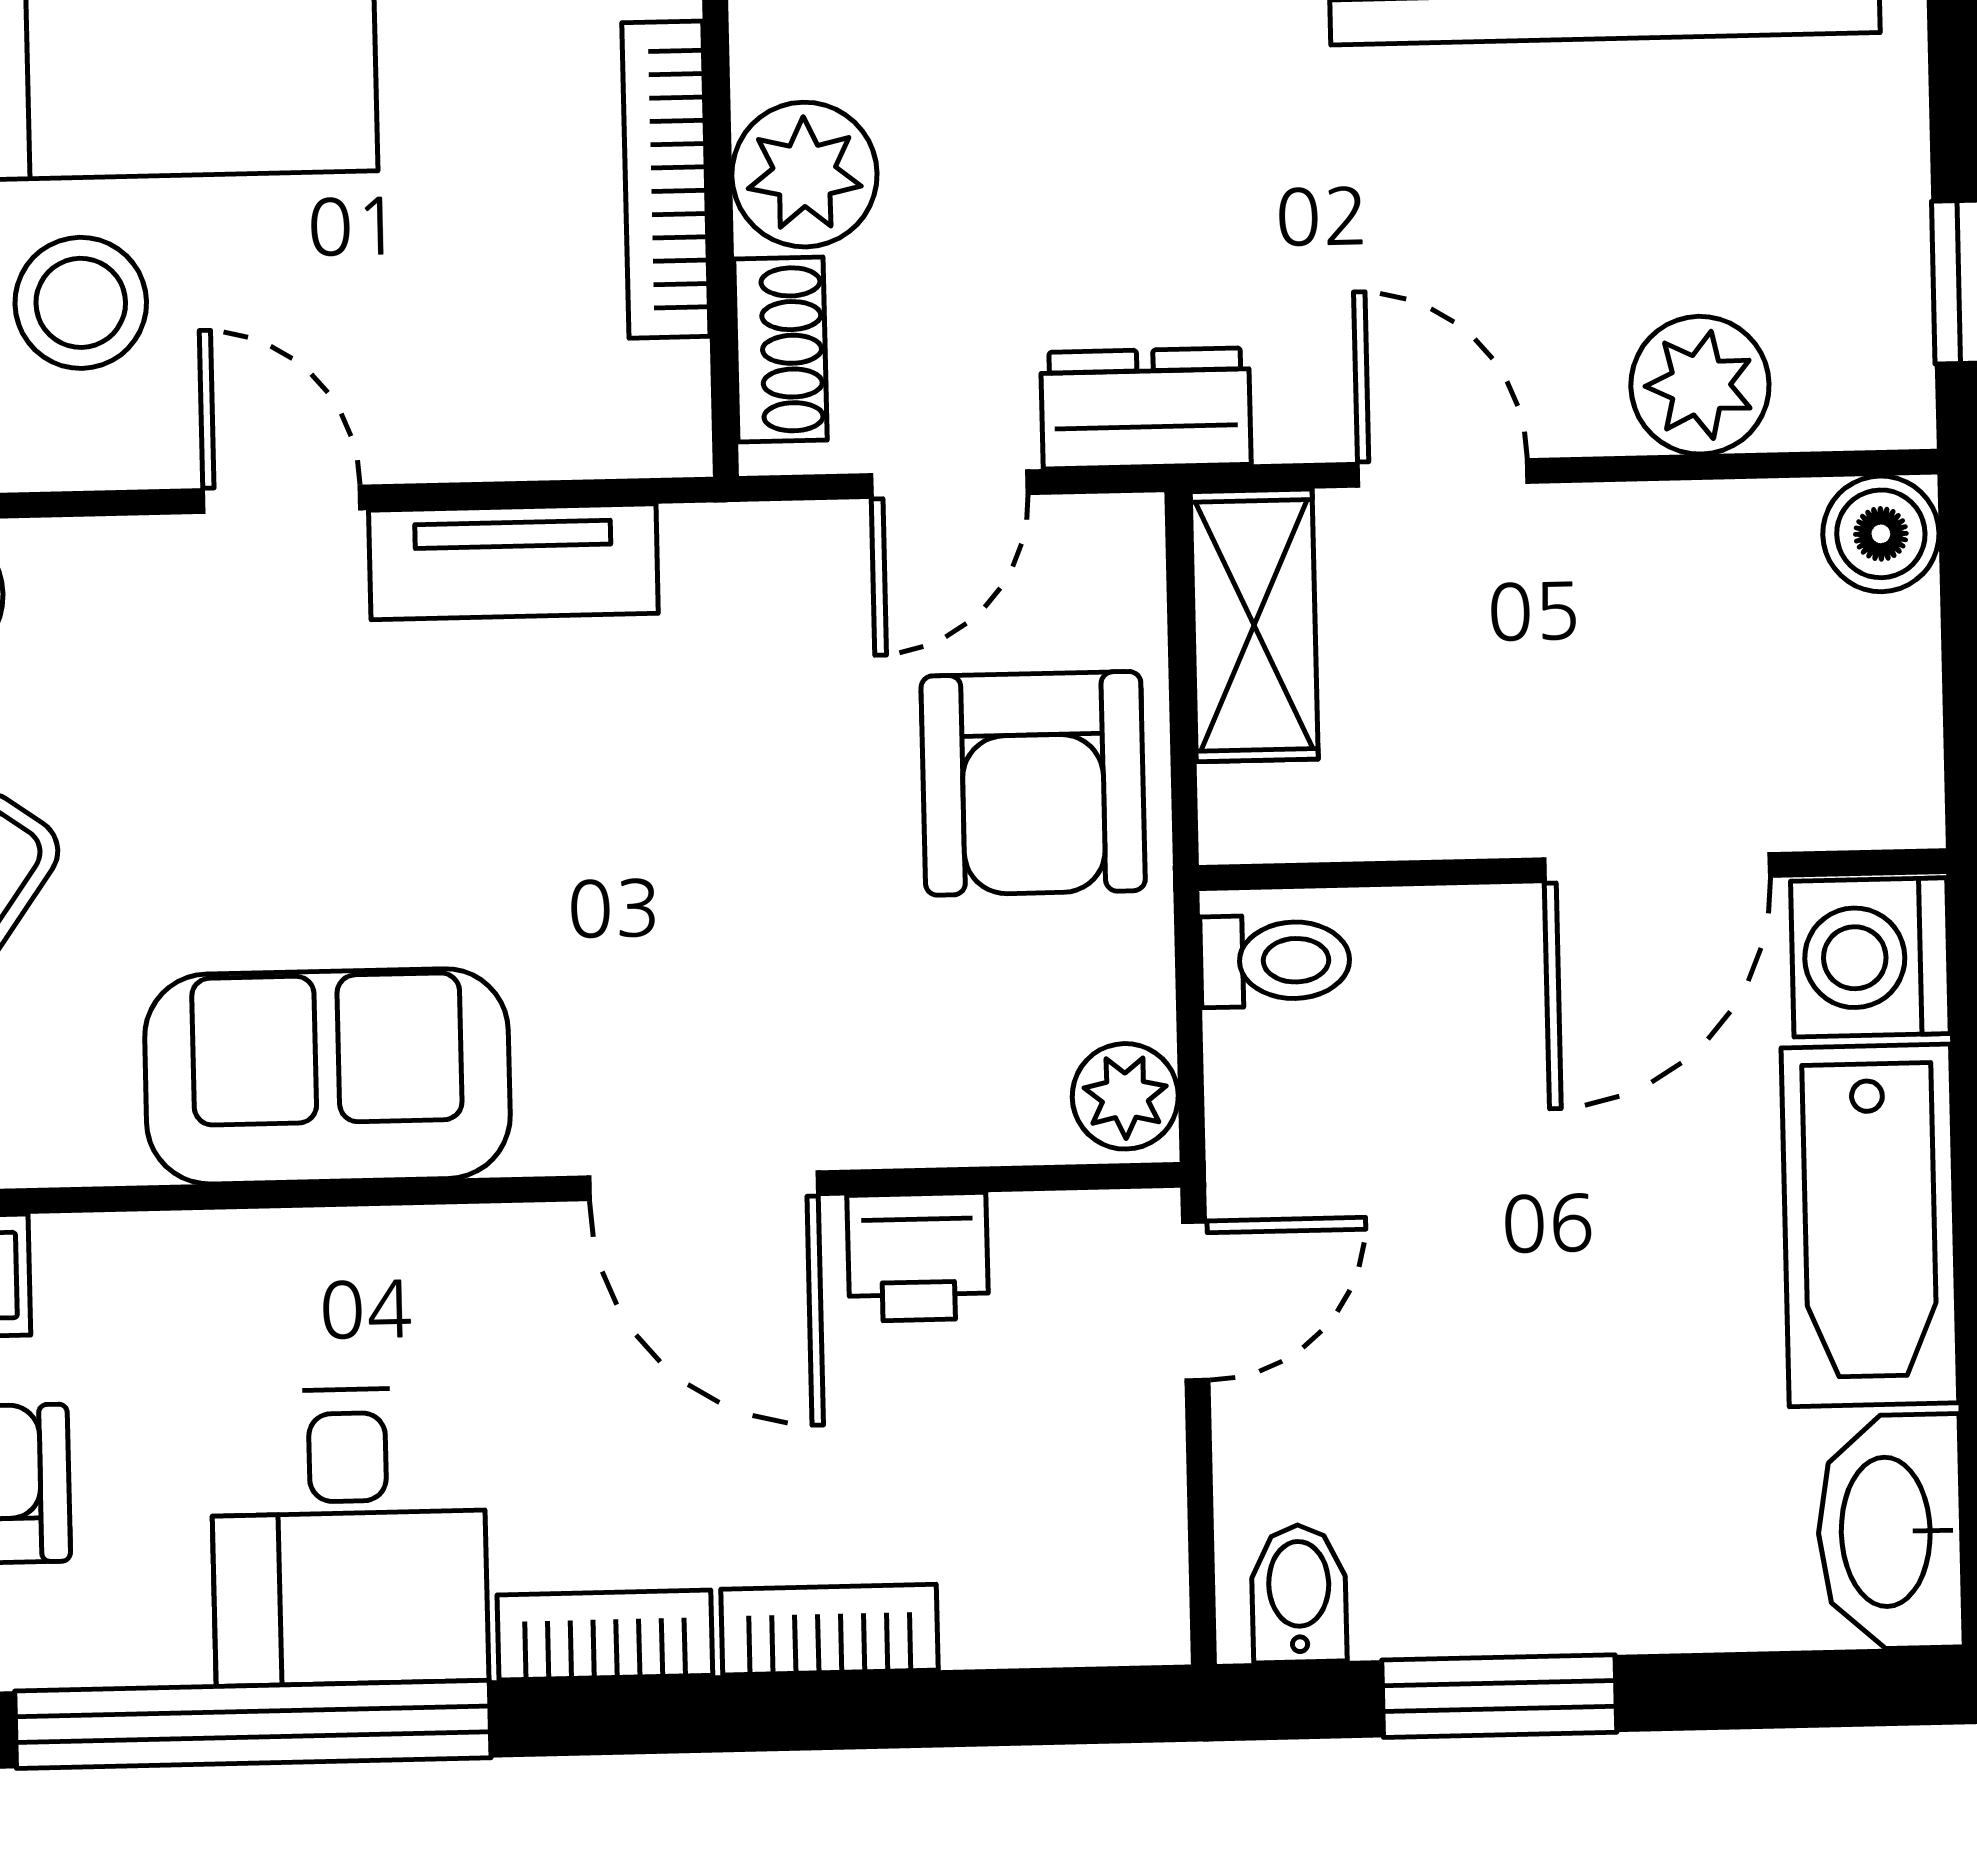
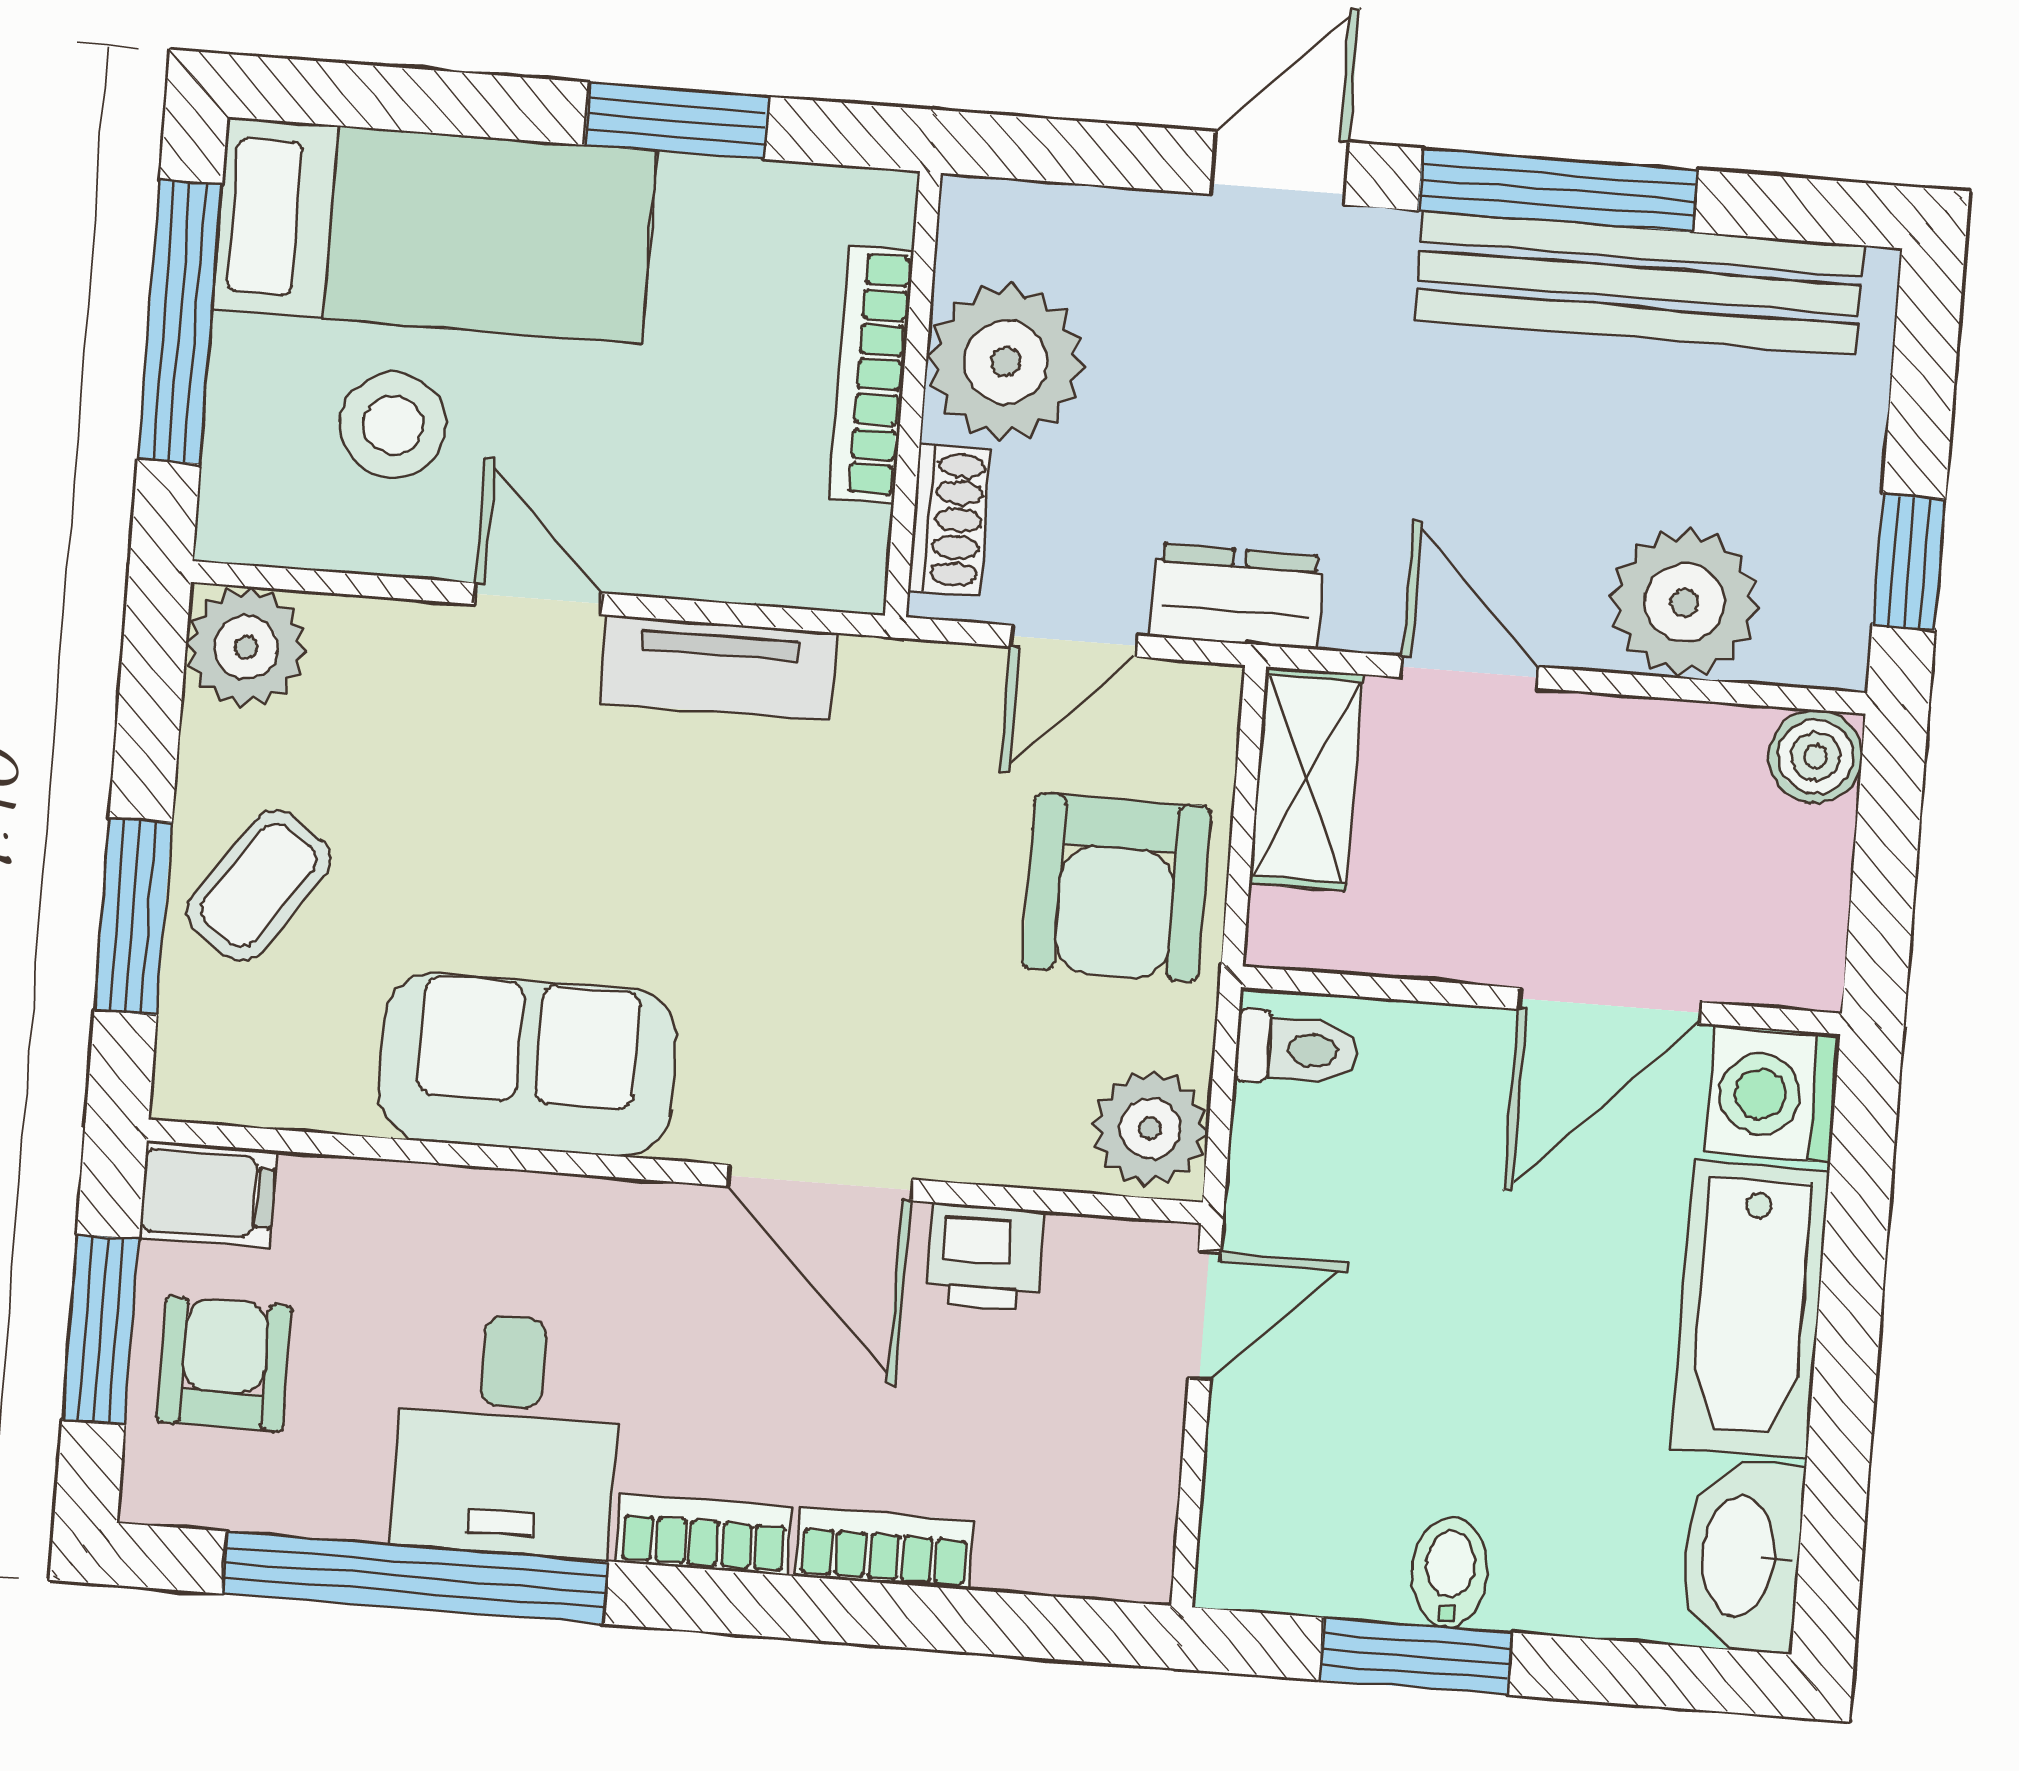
plant: (804, 175) -> (1006, 362), width x1.36, depth x1.36
plant: (1700, 385) -> (1684, 603), width x1.36, depth x1.36
plant: (1125, 1096) -> (1150, 1128), width x1.38, depth x1.38
bidet: (1299, 1593) -> (1450, 1572), moved

